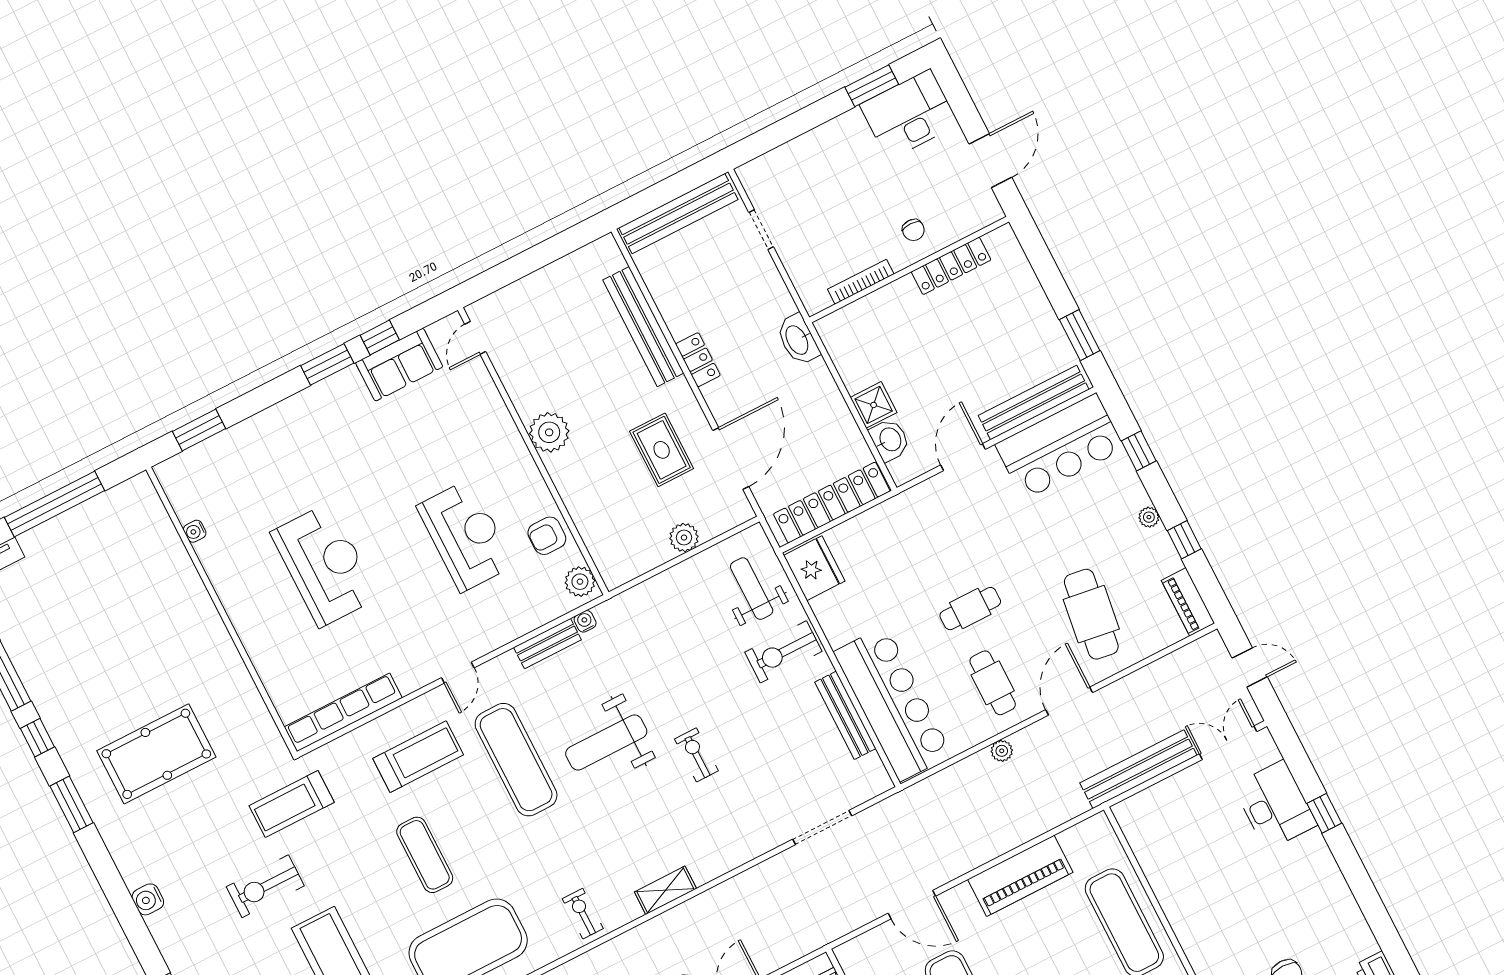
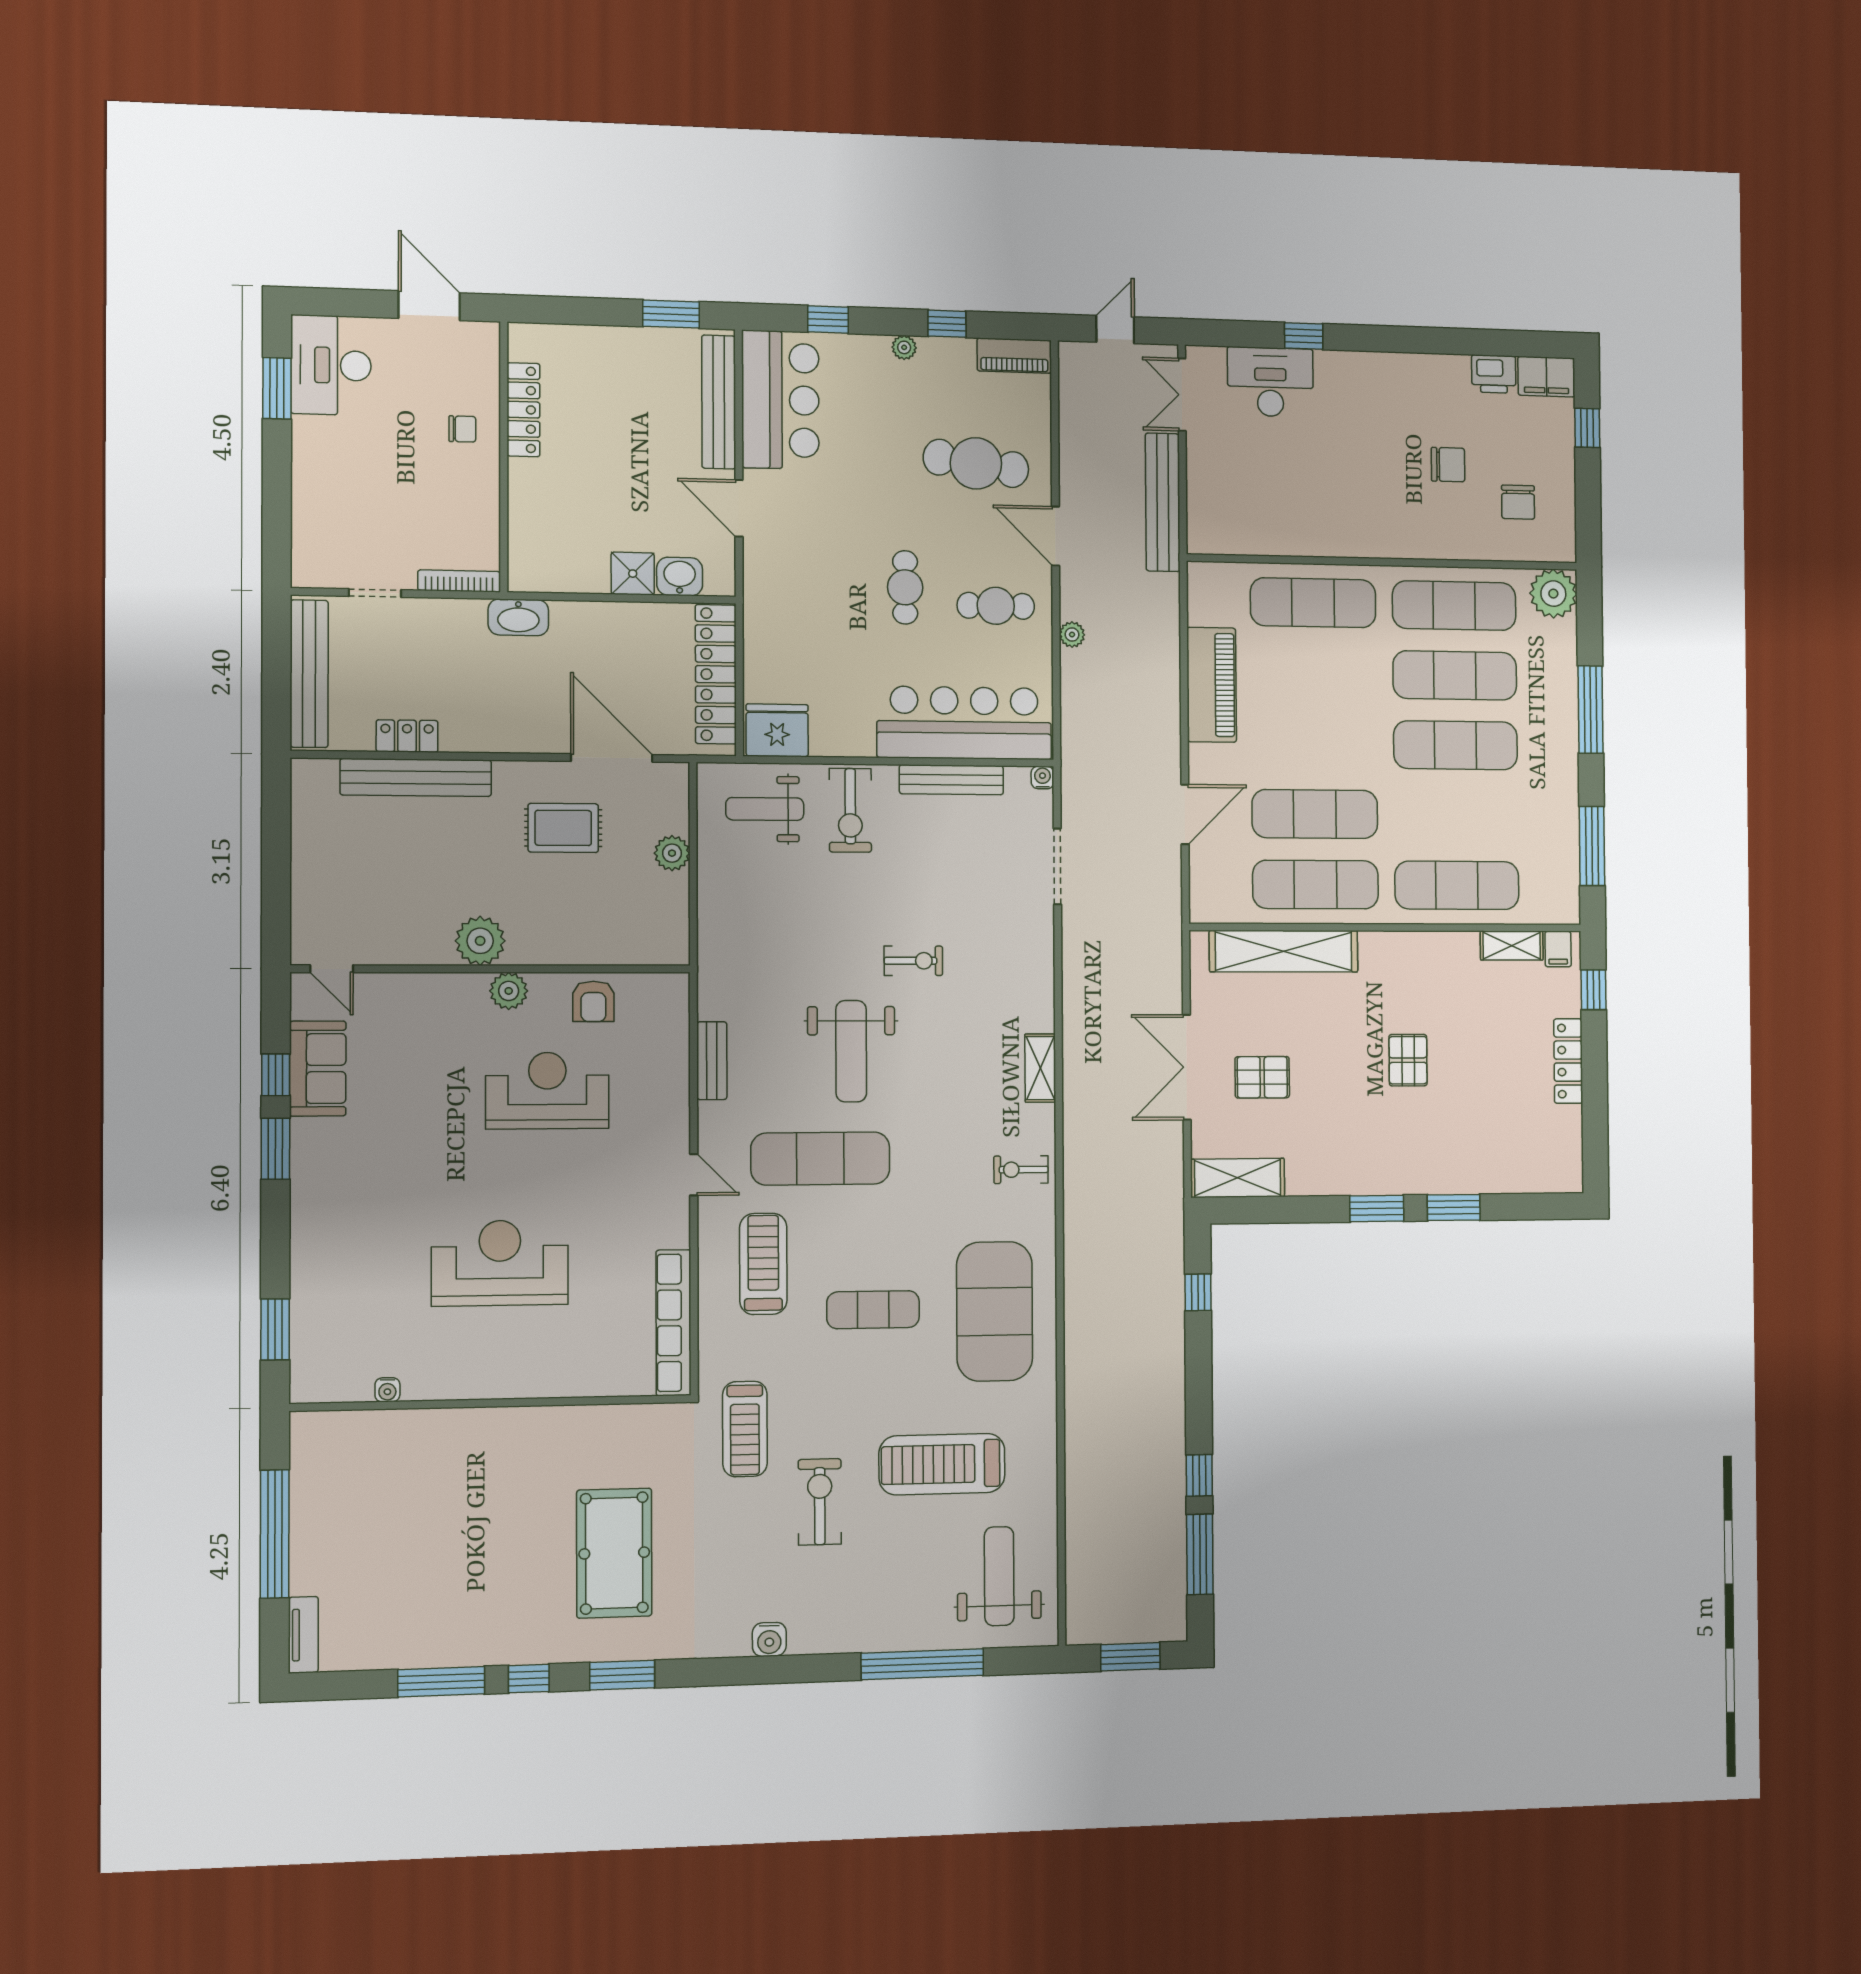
bookcase: (861, 282) -> (459, 581), moved, turned 90
locker: (698, 360) -> (407, 736), moved
plant: (580, 582) -> (509, 991), moved
water cooler: (585, 621) -> (1042, 777), moved, turned 90
exercise bike: (696, 755) -> (913, 961), turned 180
exercise bike: (265, 886) -> (820, 1502), turned 180

